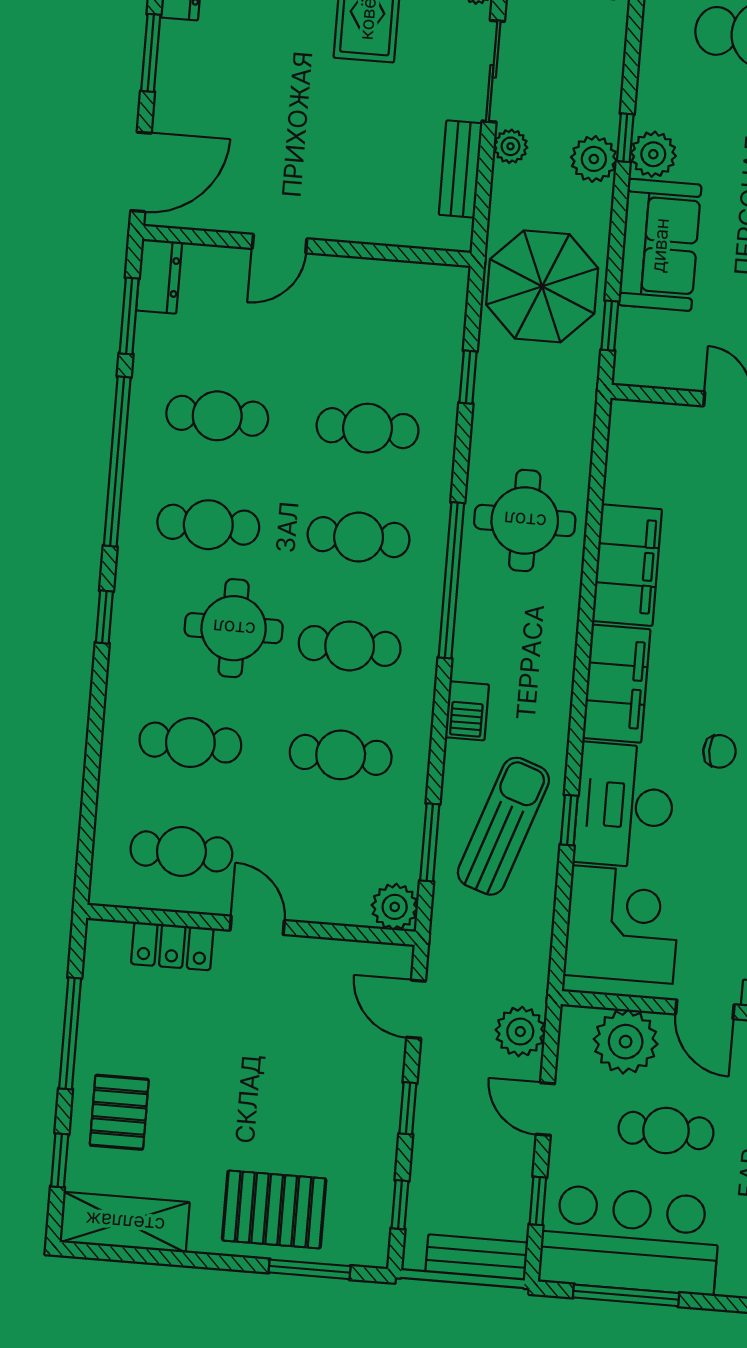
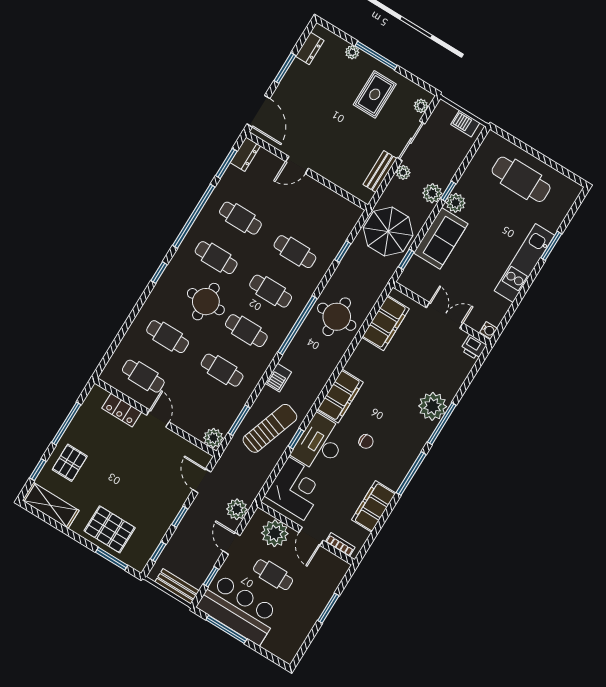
door: (141, 172) -> (258, 111), hinge flipped
filing cabinet: (627, 565) -> (386, 323), moved

